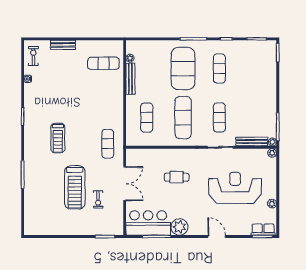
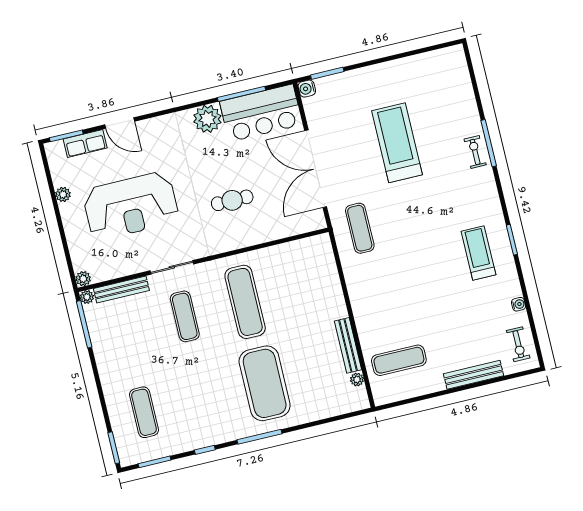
bench: (63, 45) -> (474, 375), width x1.36
exercise mat: (219, 69) -> (144, 412), moved
exercise mat: (147, 118) -> (305, 287), removed
treadmill: (58, 138) -> (478, 253), moved
double door: (125, 184) -> (316, 169), width x1.36
exercise bike: (98, 199) -> (475, 152), moved
row of seats: (263, 230) -> (85, 144), moved
water cooler: (119, 231) -> (307, 89), added
door: (217, 237) -> (120, 123), moved

